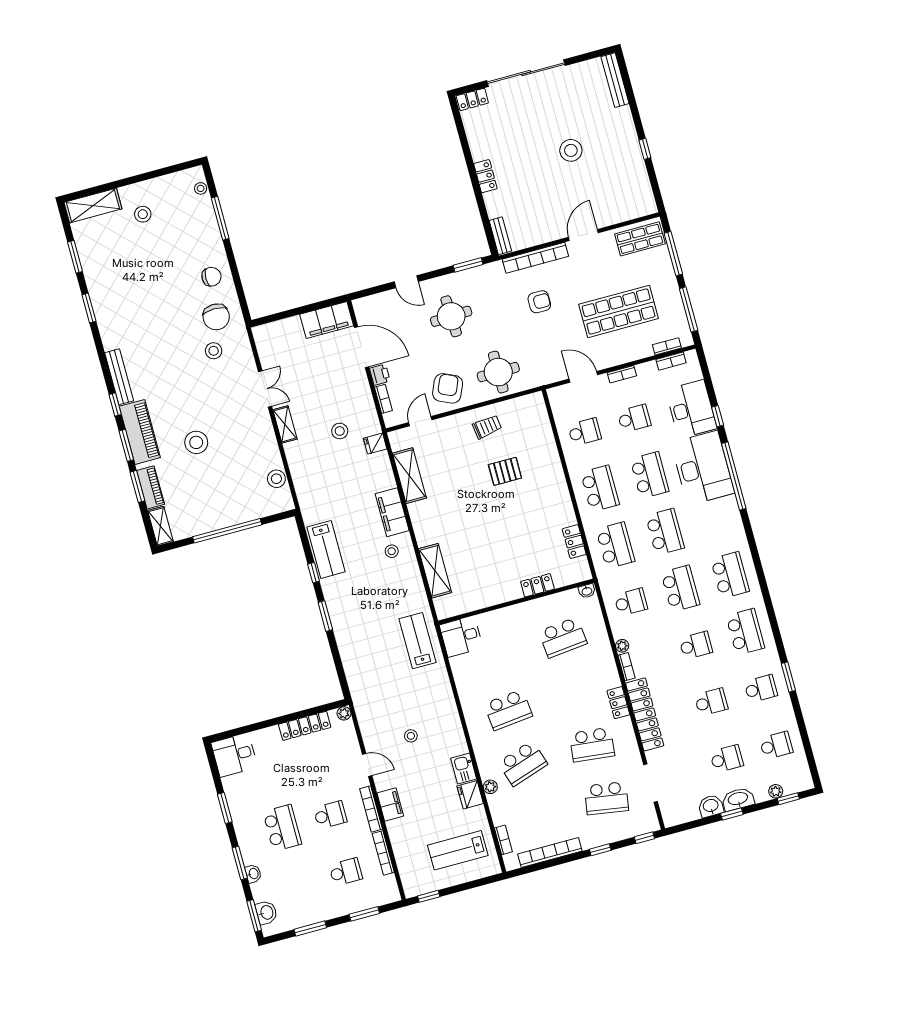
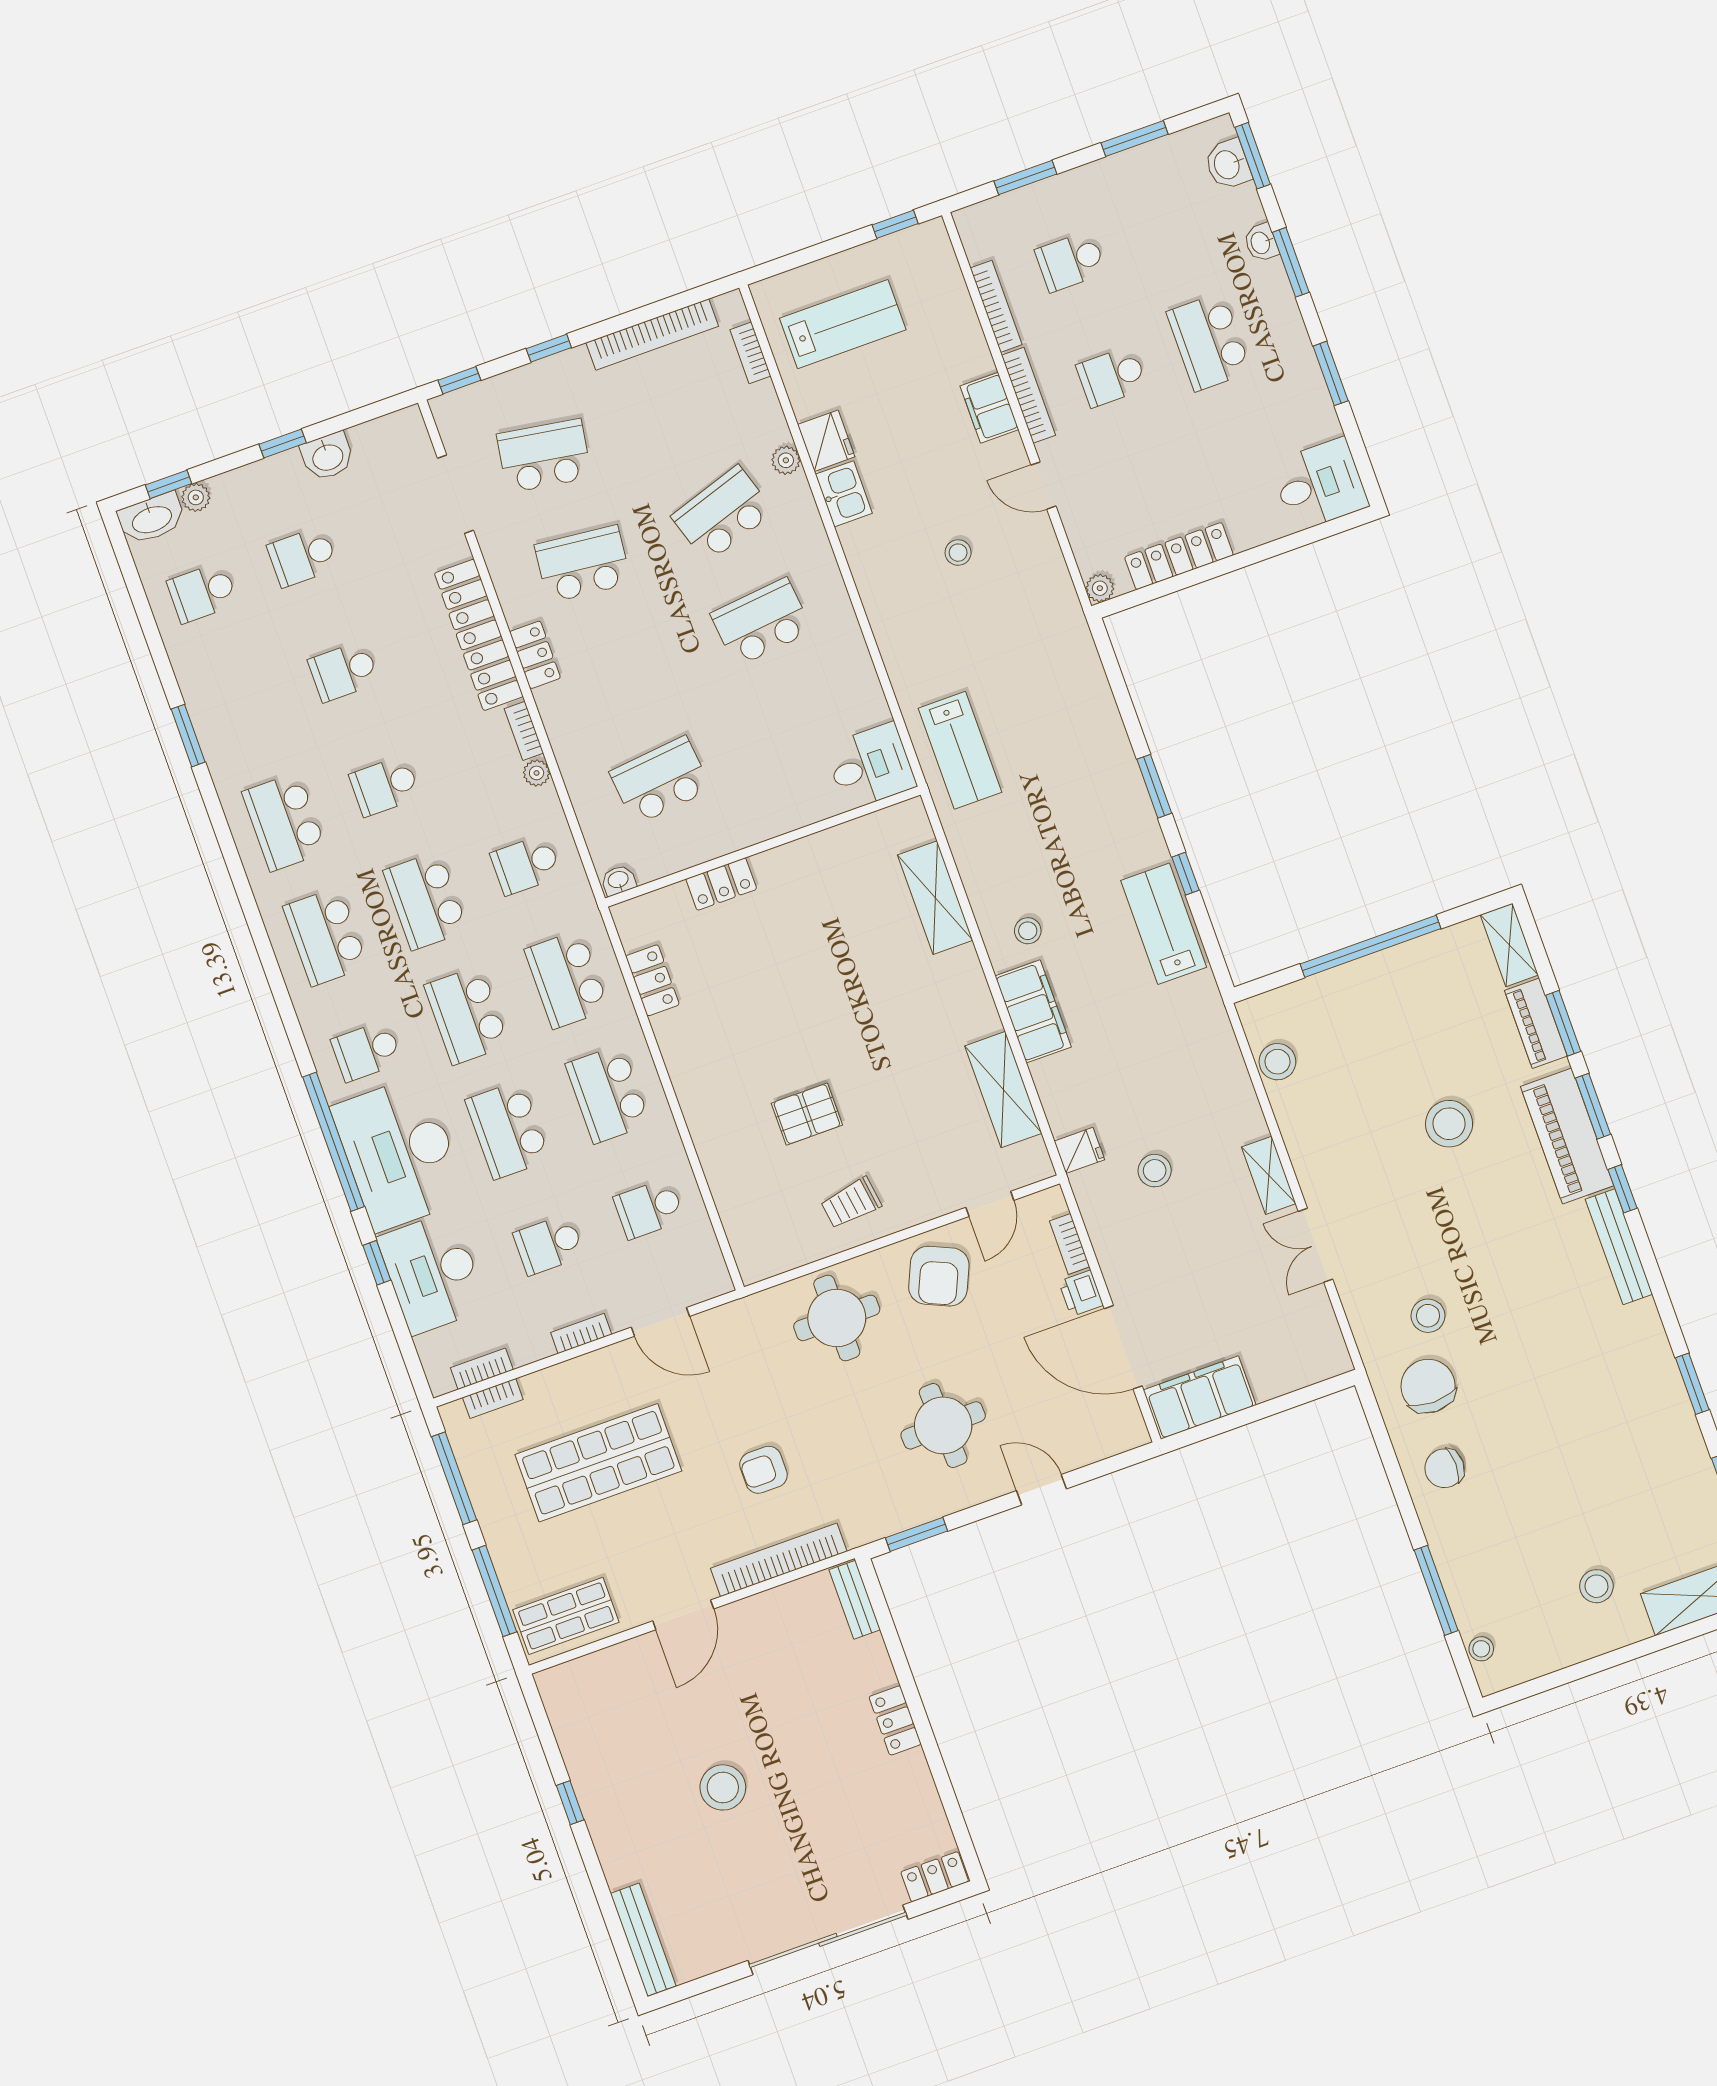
school desk: (761, 689) -> (367, 1051), moved
washbasin: (738, 799) -> (152, 519), moved

